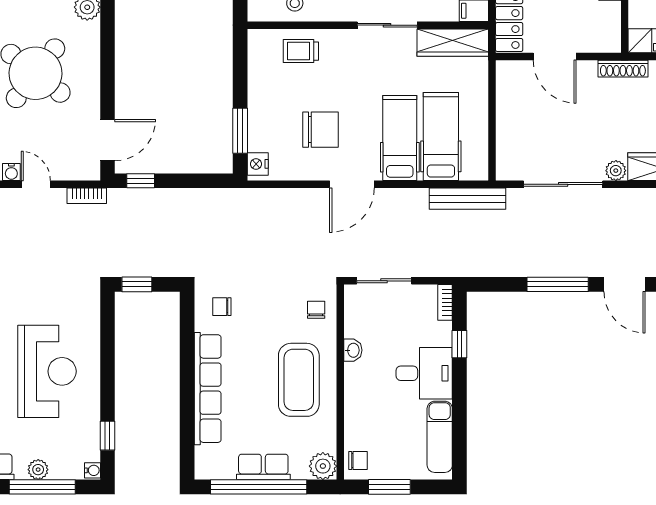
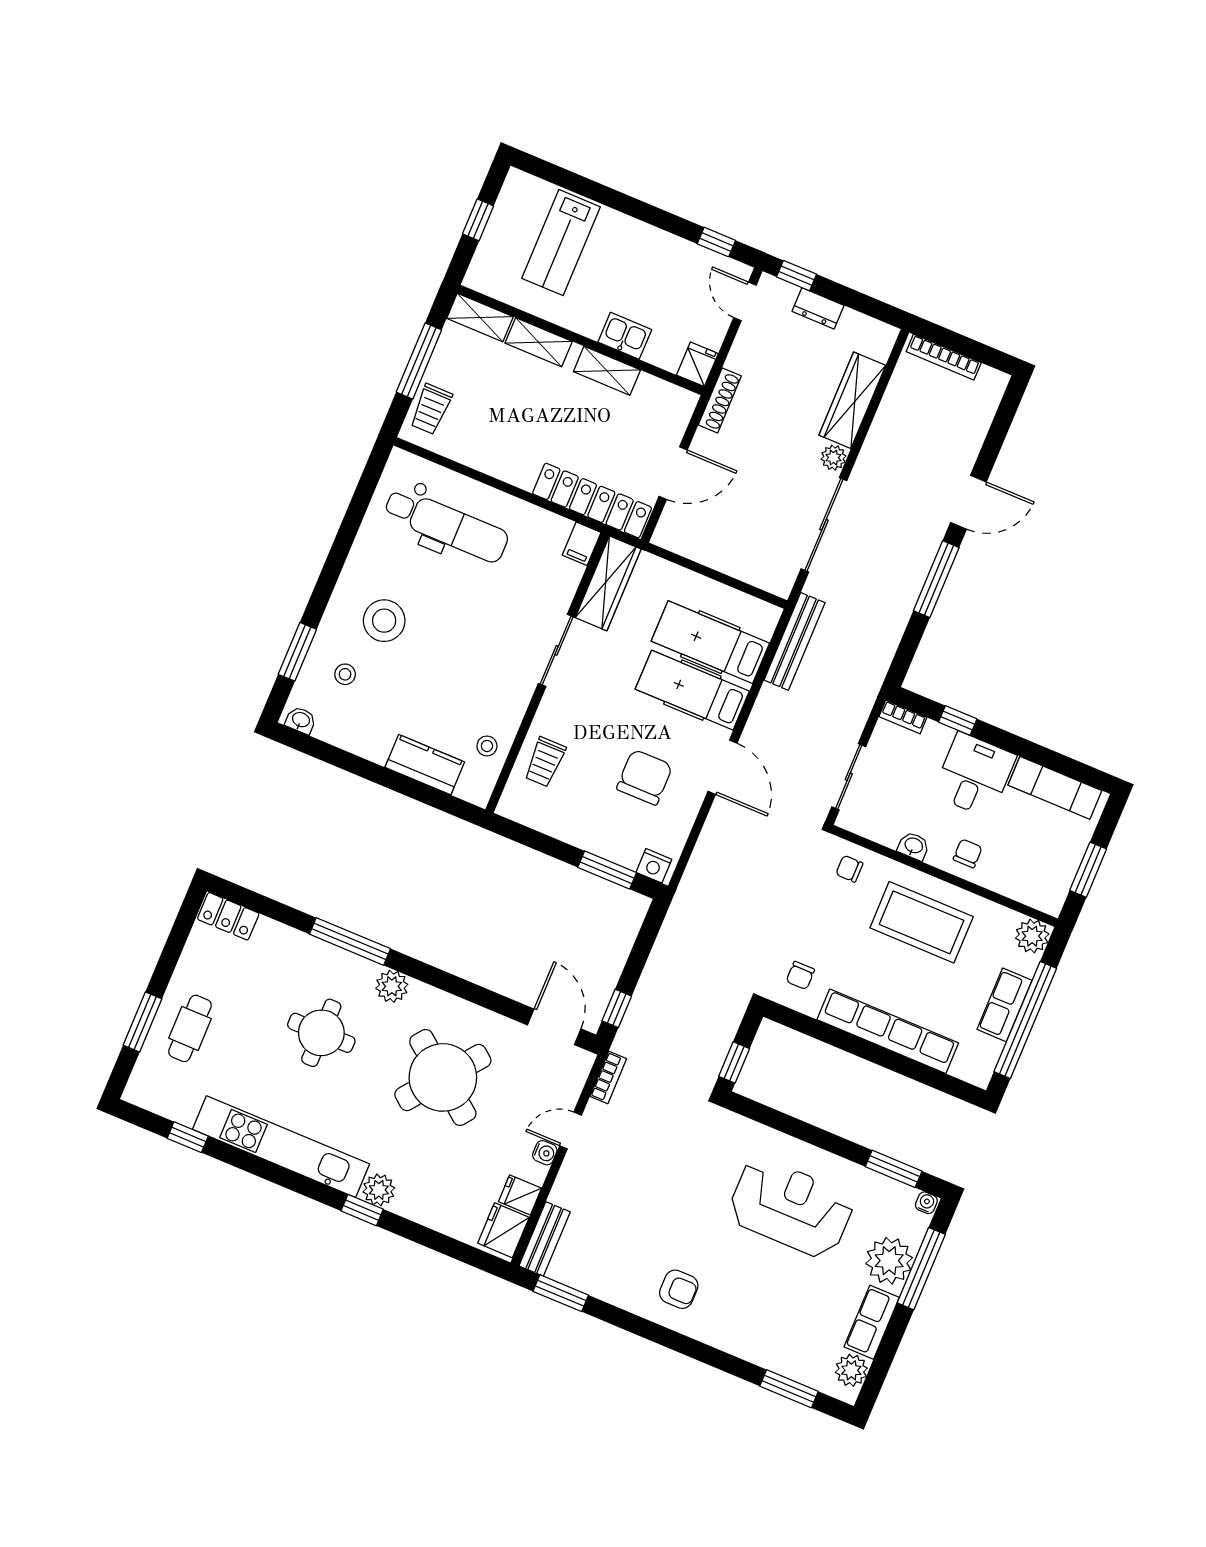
window: (107, 436) -> (894, 1169), width x1.50
chair: (358, 461) -> (968, 853), moved
plant: (38, 470) -> (889, 1261), width x1.88, depth x1.88

